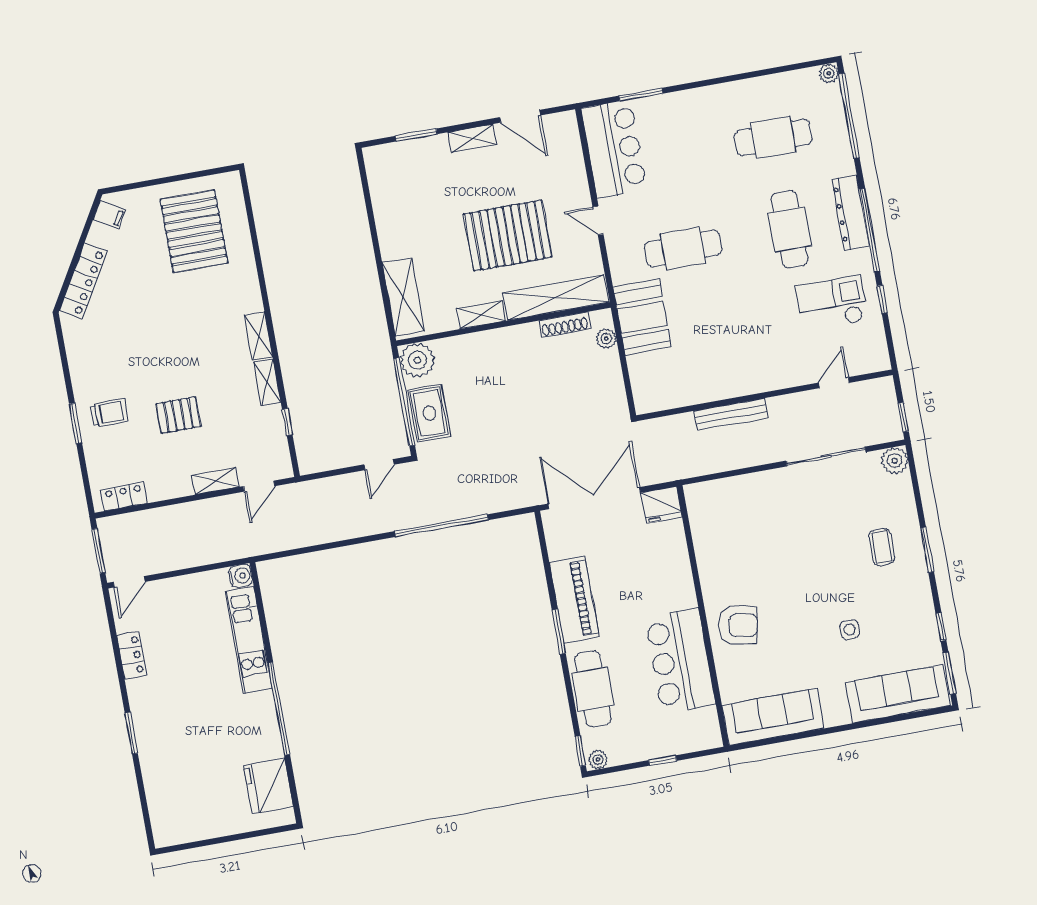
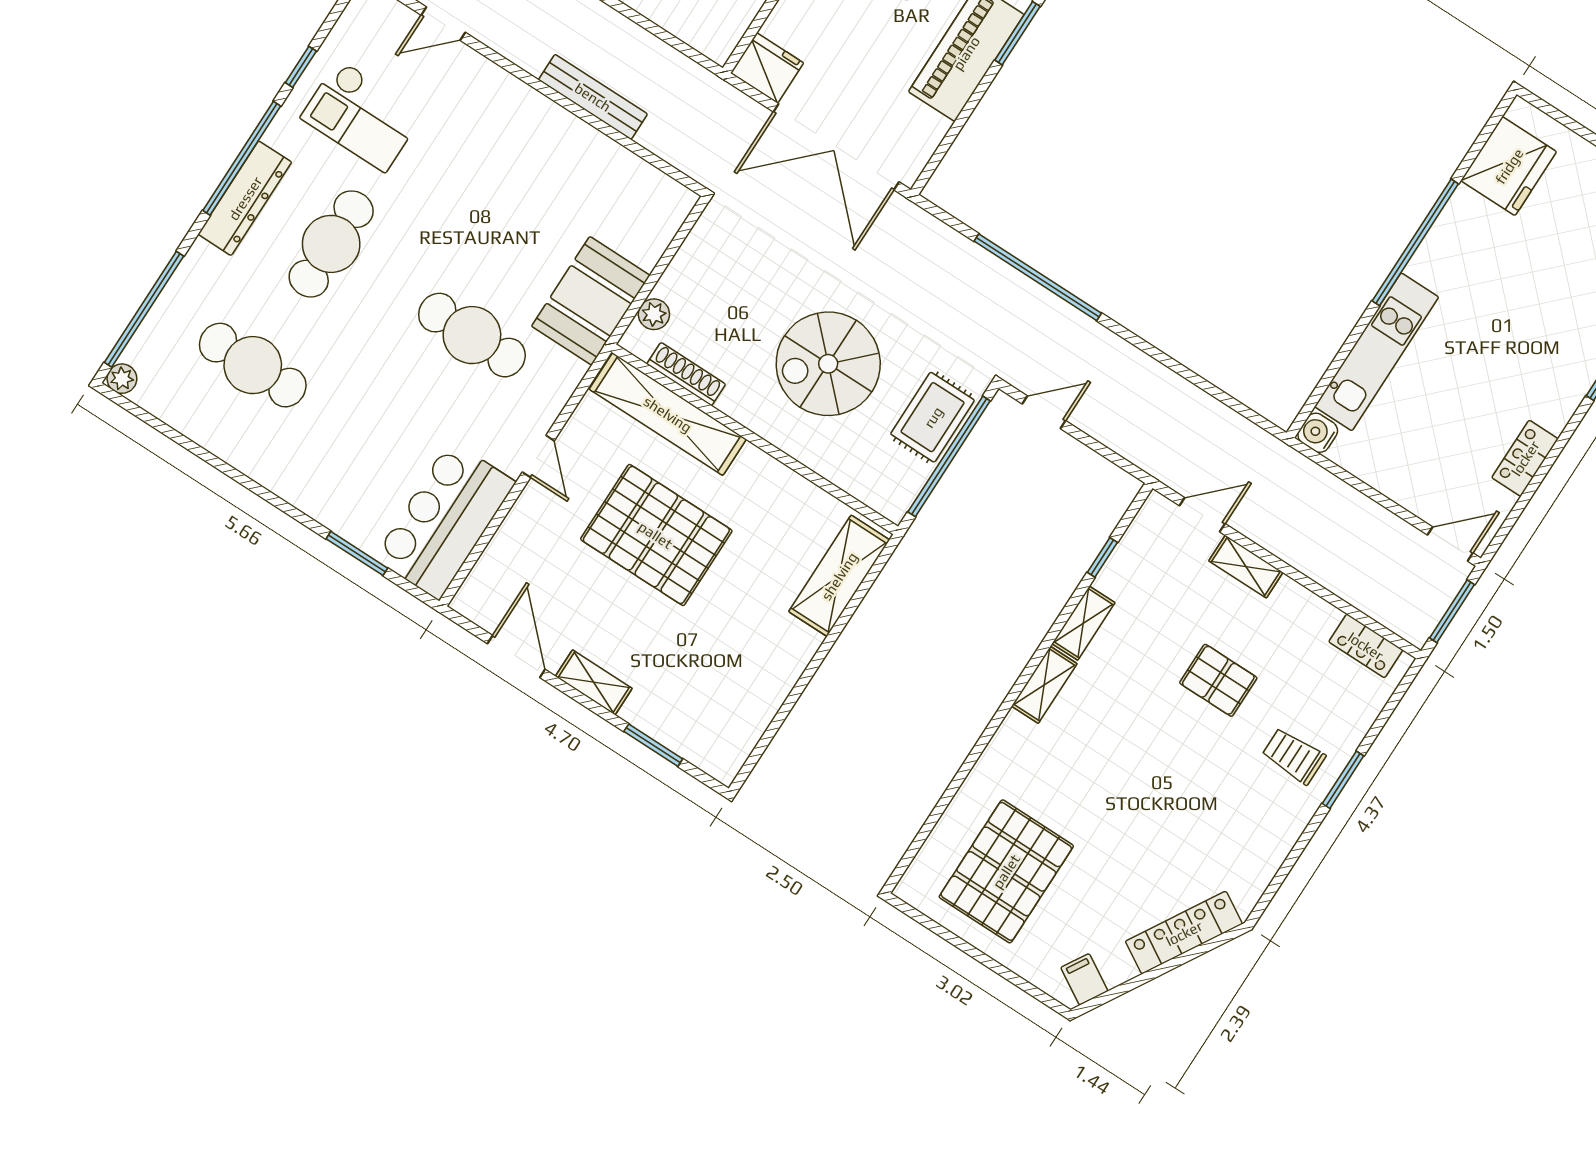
shelving: (481, 315) -> (770, 474), removed
plant: (417, 360) -> (890, 490), removed
spiral stairs: (502, 392) -> (828, 364), added

